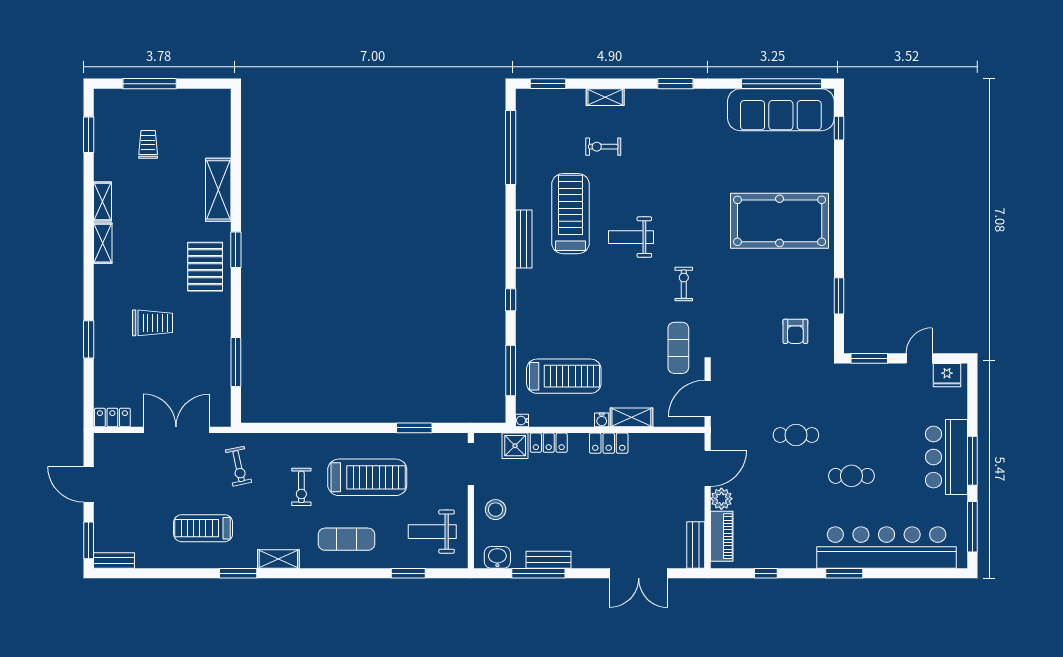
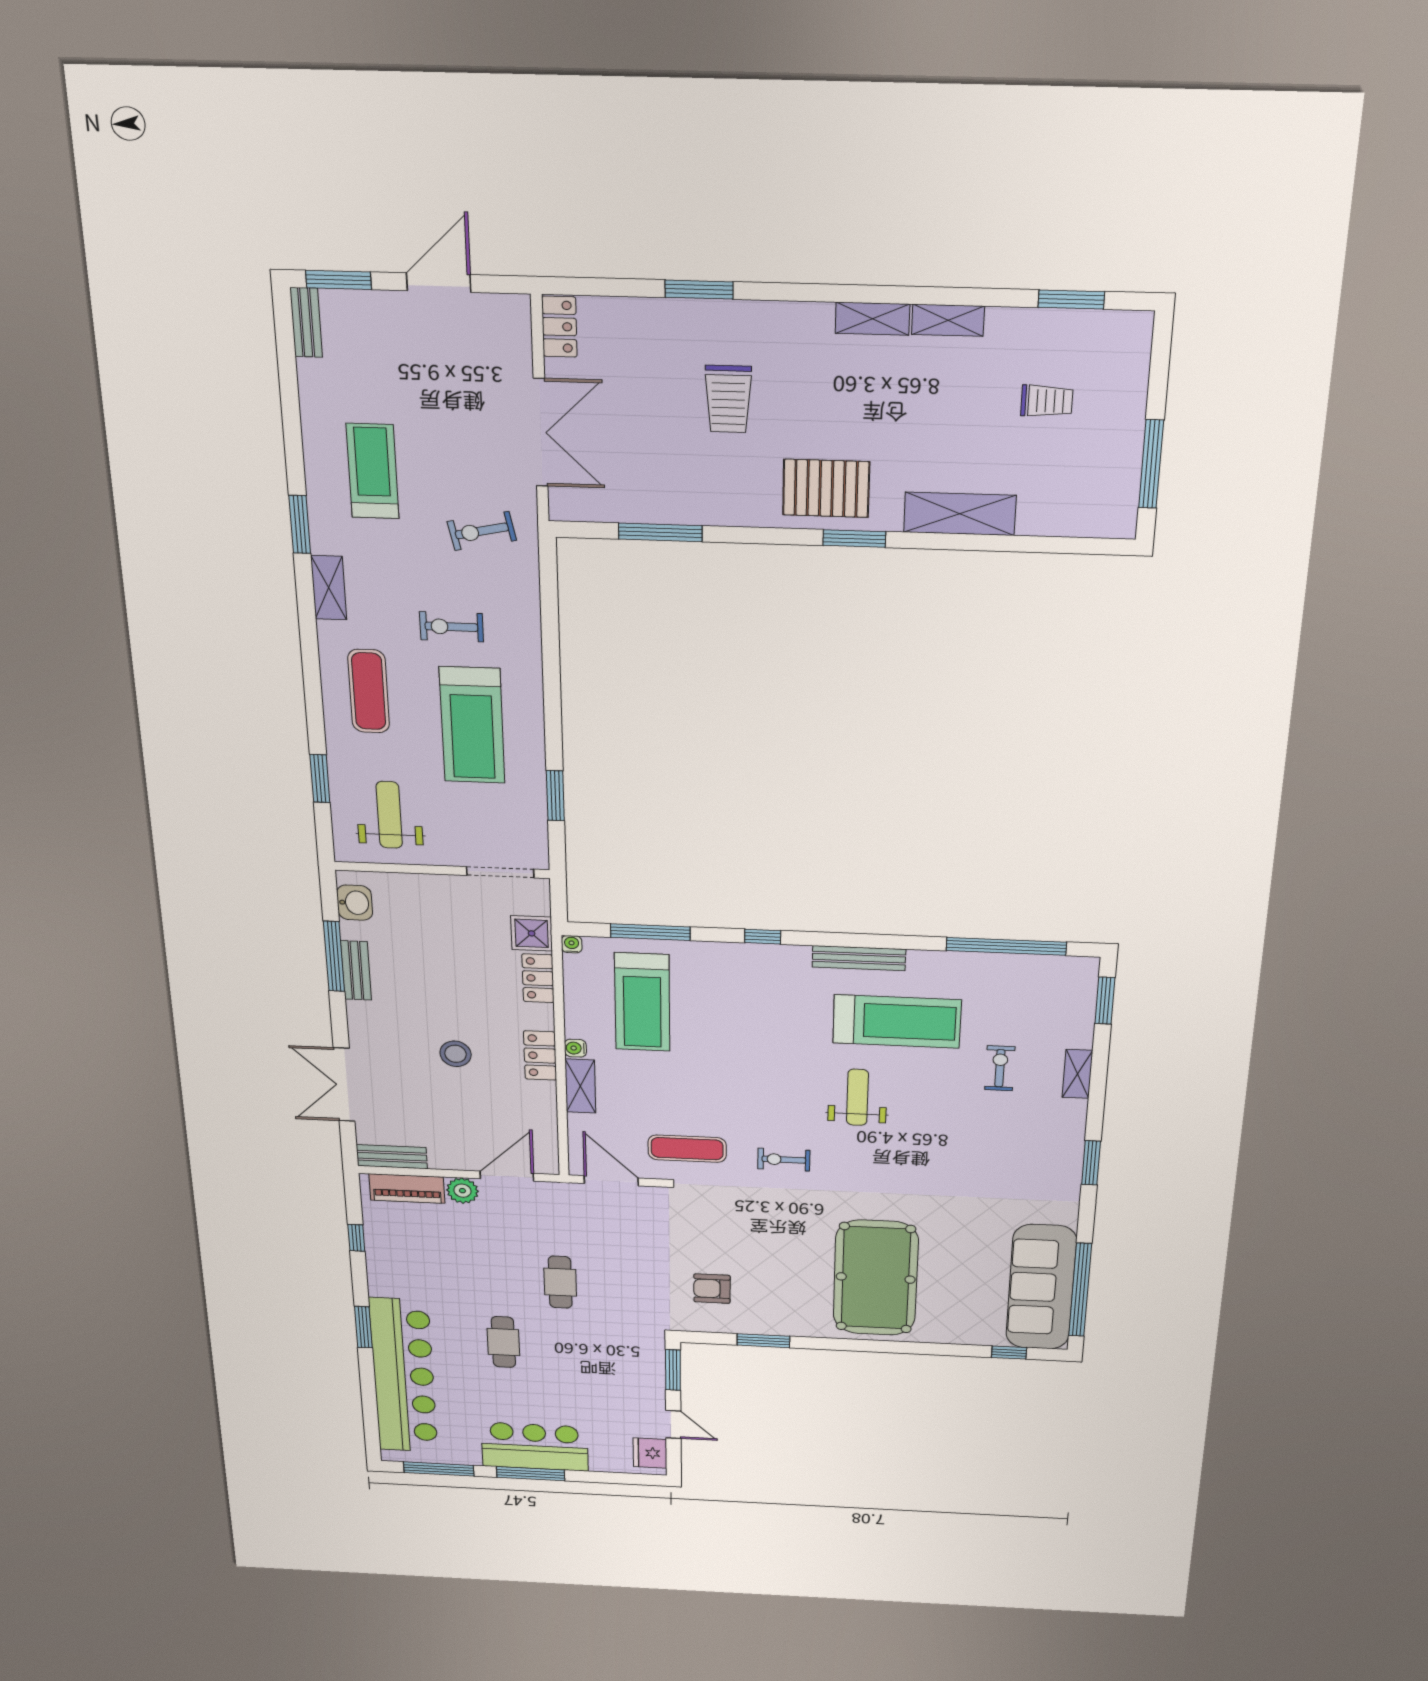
window: (150, 84) -> (1151, 464), moved
exercise bike: (684, 284) -> (784, 1160), turned 180
door: (708, 468) -> (507, 1176), swing flipped
stool: (496, 510) -> (456, 1054), moved

